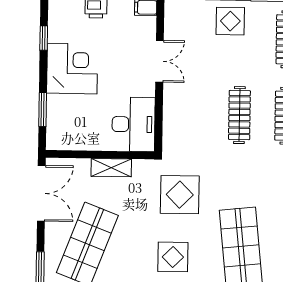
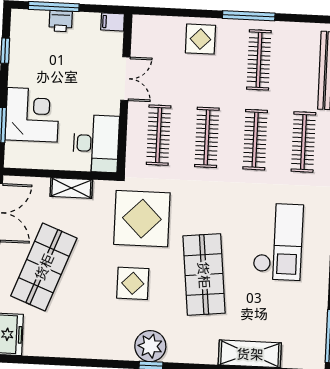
corner desk: (72, 69) -> (32, 115), moved
clothes rail: (193, 114) -> (159, 135), added
display table: (180, 195) -> (142, 219), width x1.36, depth x1.36

